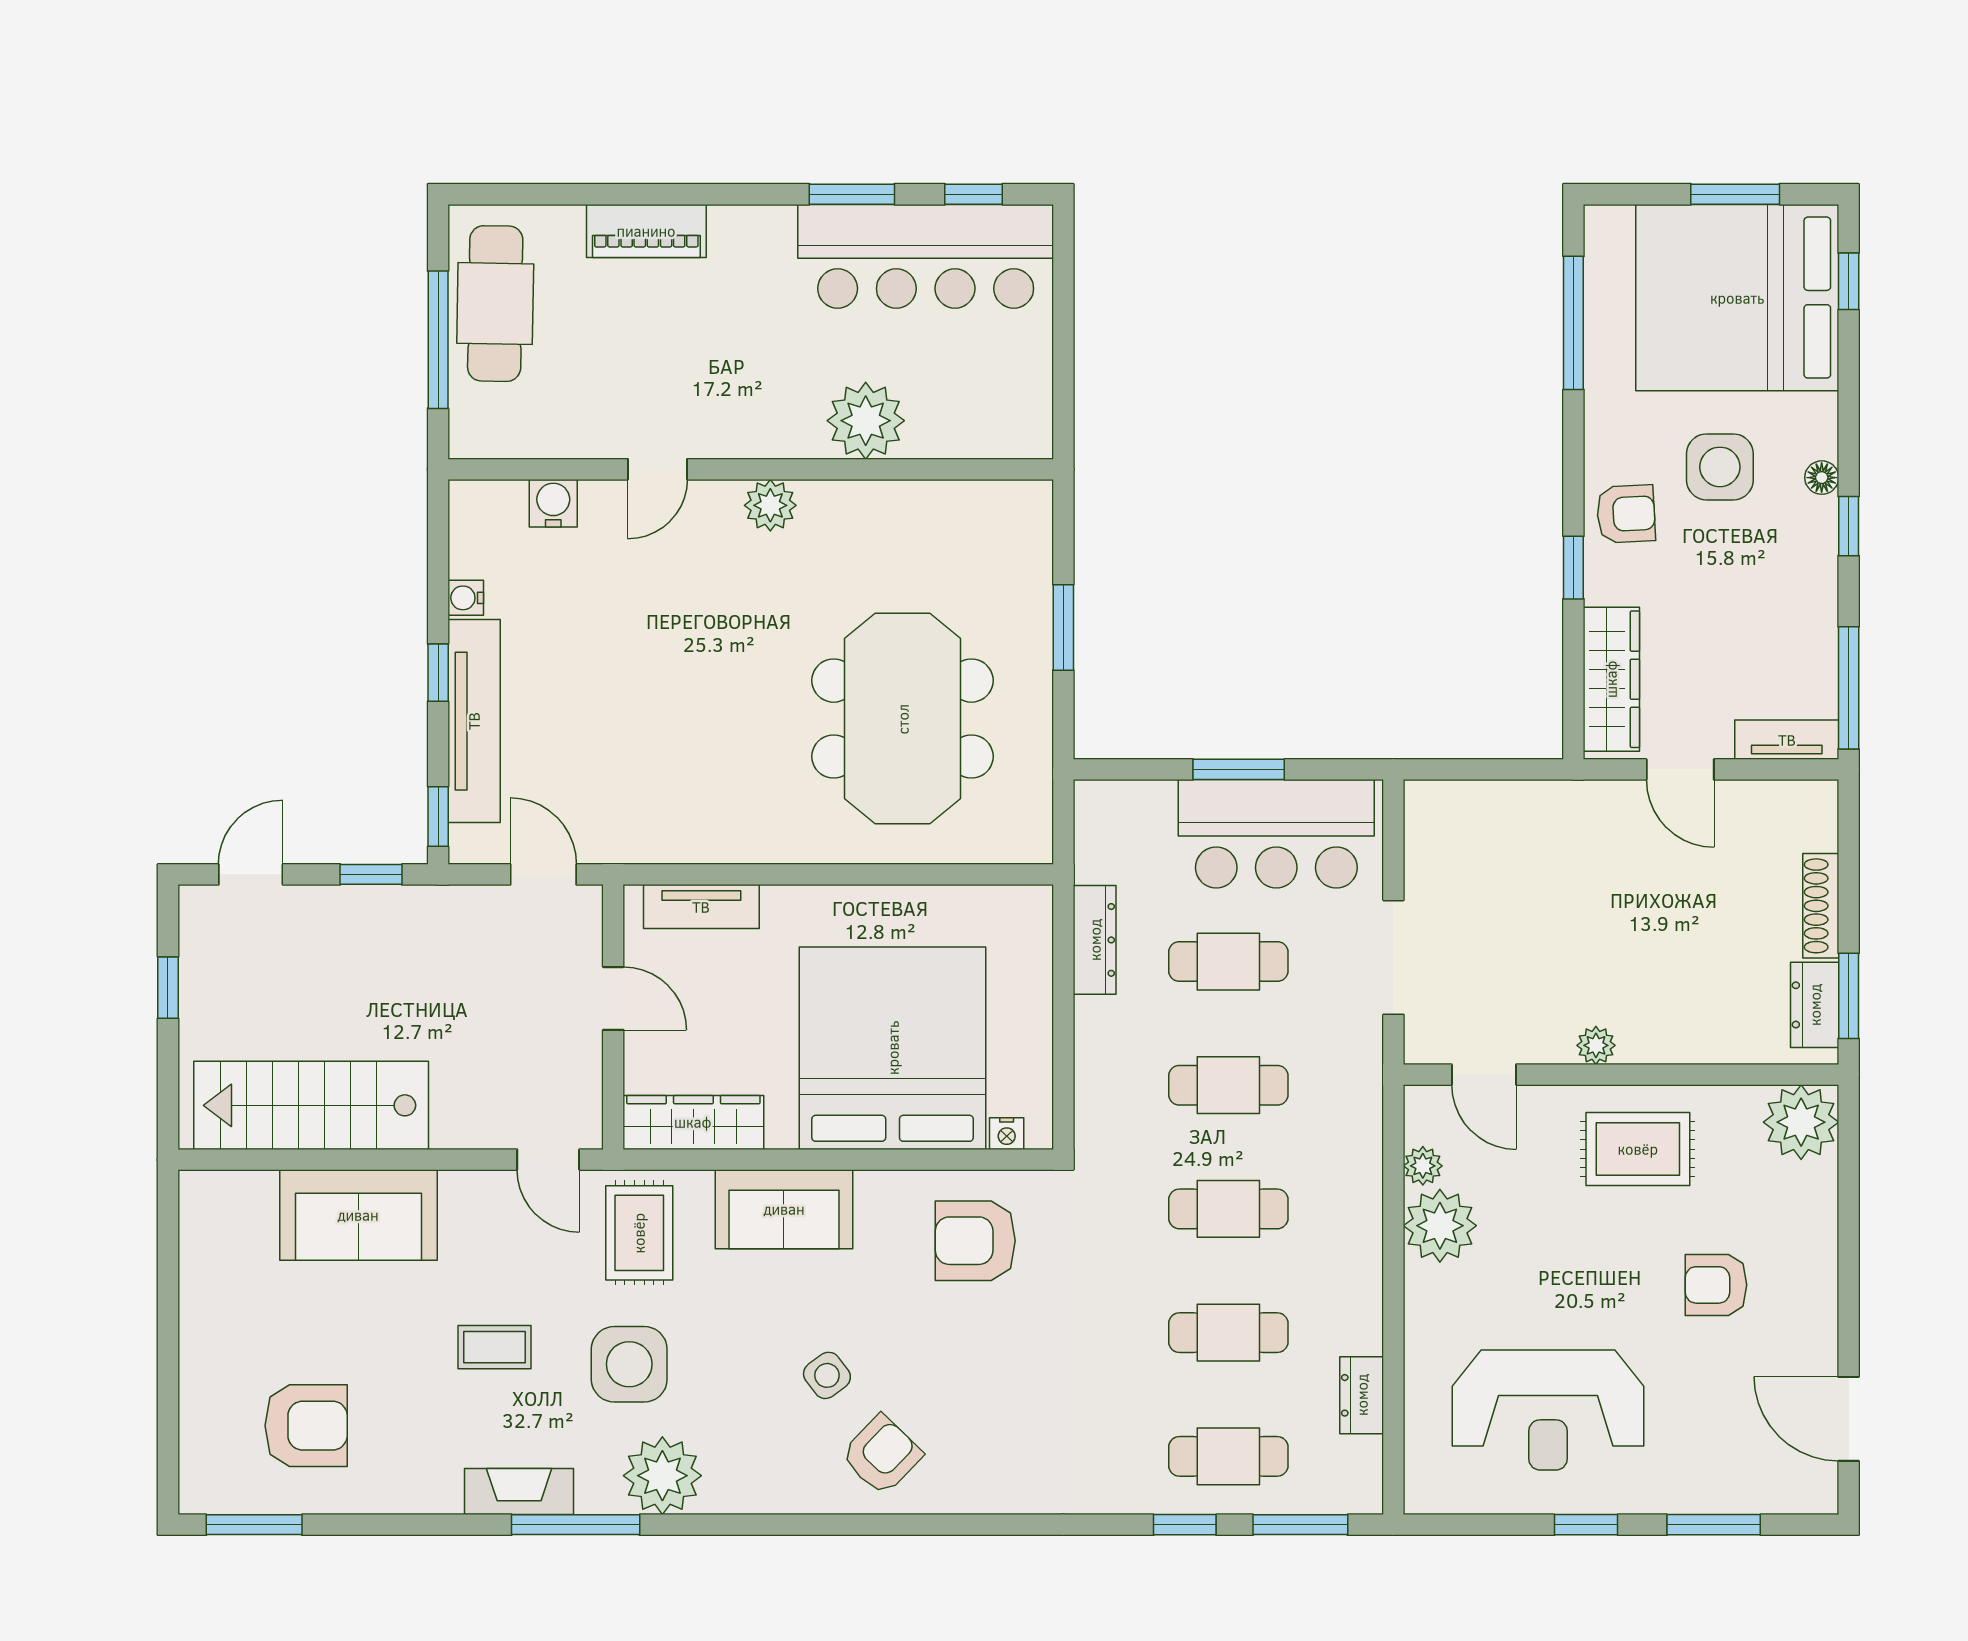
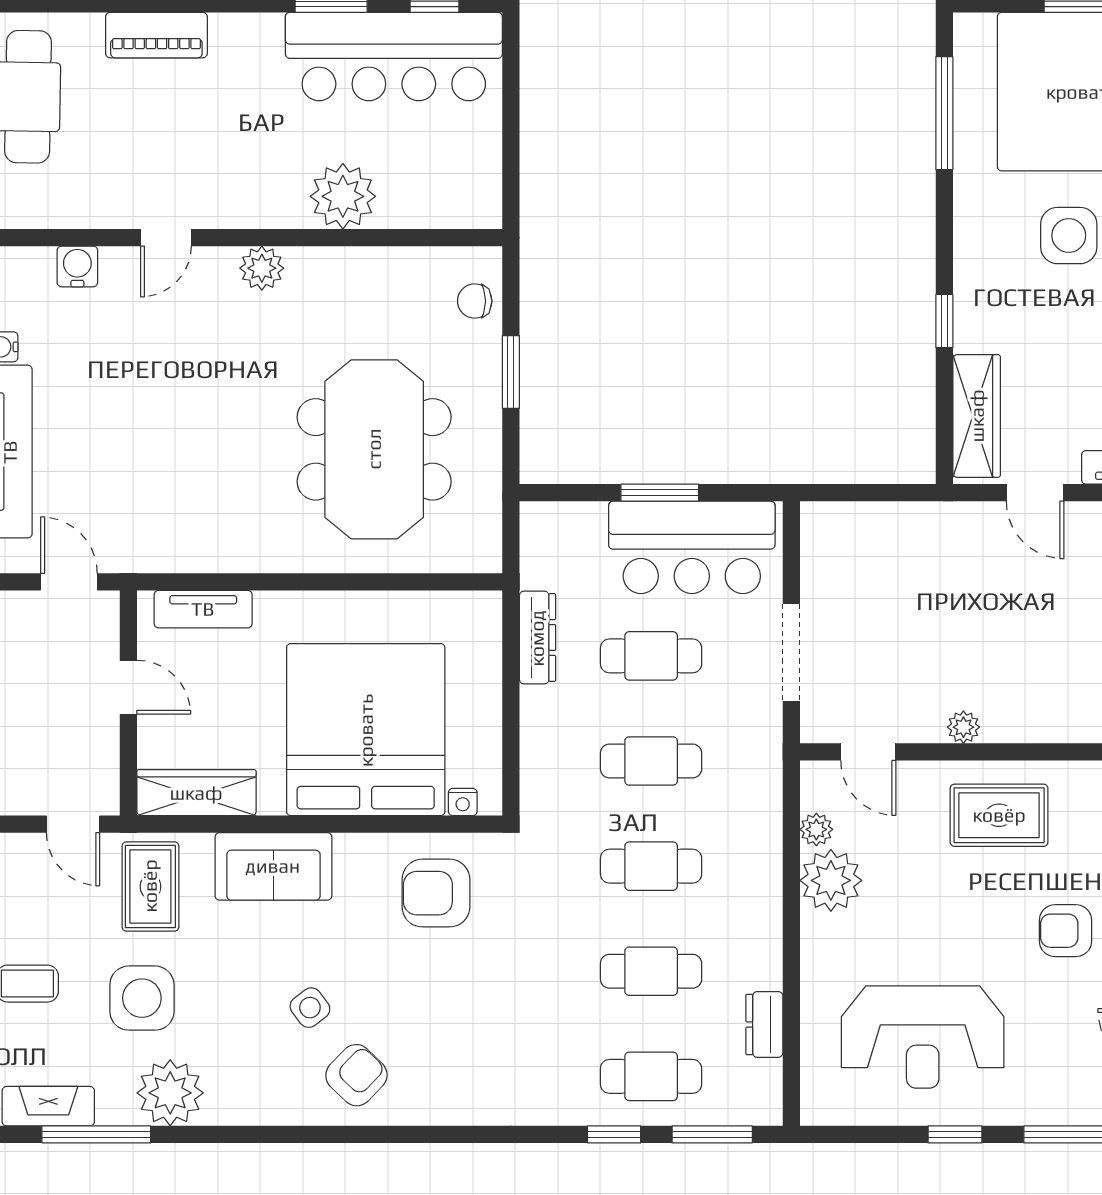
armchair: (1626, 514) -> (989, 276), removed
chair: (1021, 544) -> (475, 301), added

